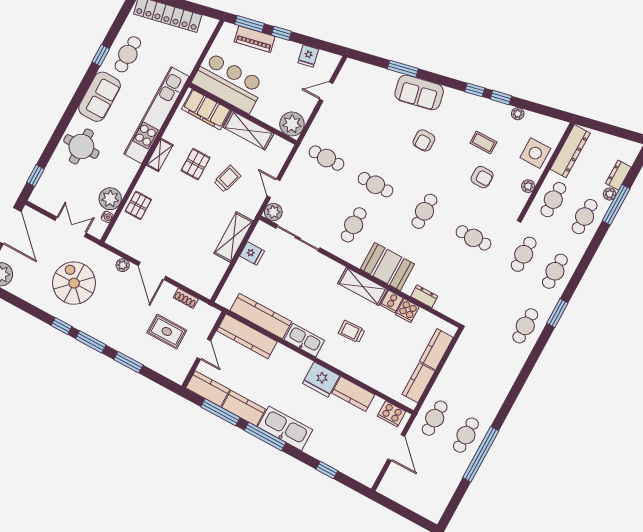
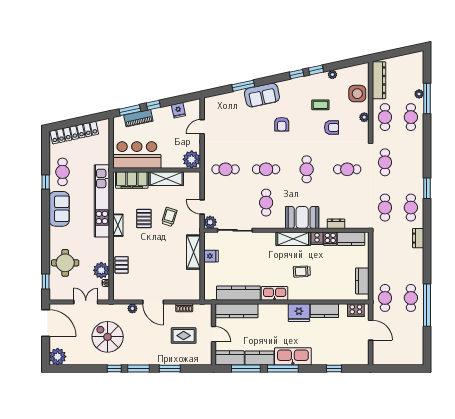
round table: (81, 146) -> (65, 263), moved
dresser: (618, 175) -> (418, 238), moved
cafe table: (555, 271) -> (385, 208), moved
kitchen counter: (436, 349) -> (351, 239), moved, turned -90

